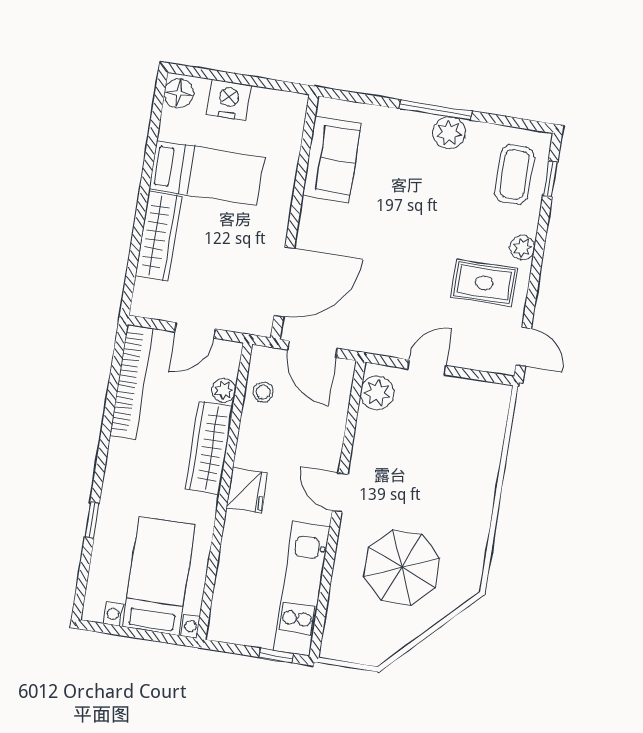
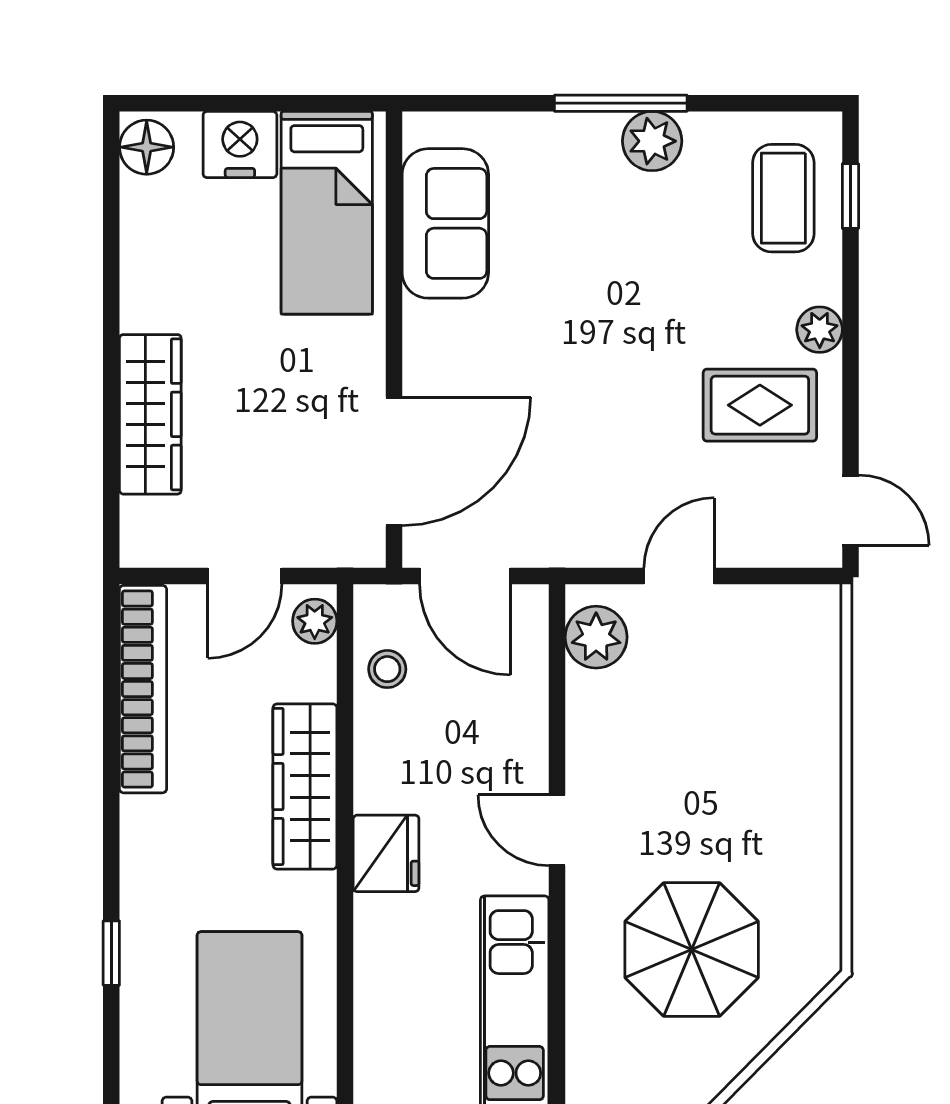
bed: (207, 173) -> (327, 213), moved, turned 90
plant: (224, 390) -> (315, 621), moved

